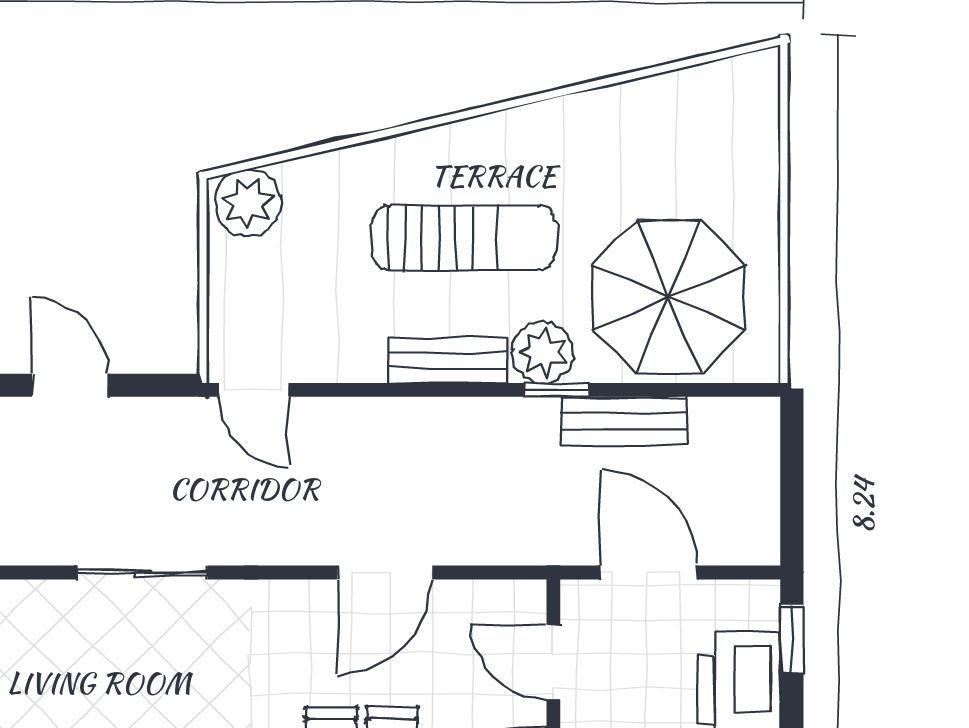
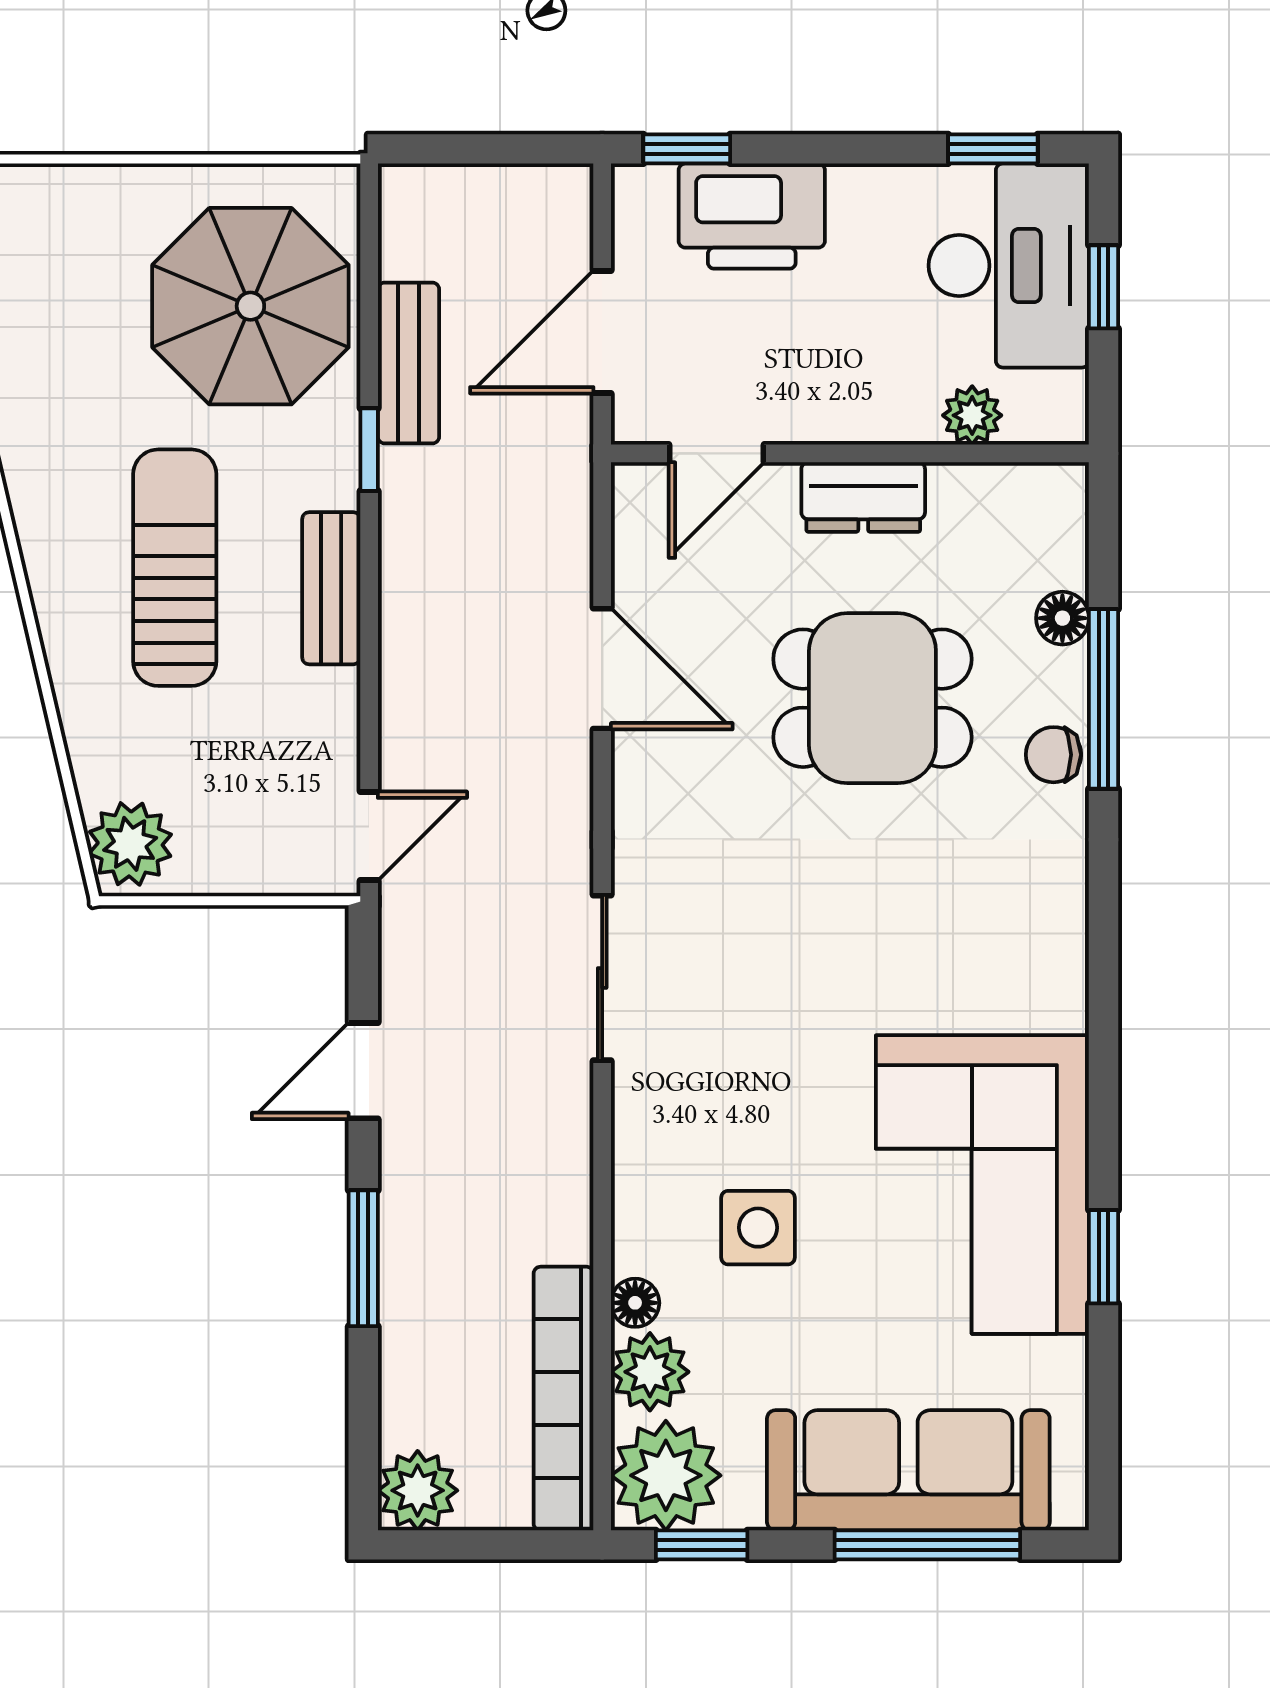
plant: (543, 352) -> (321, 467), removed

